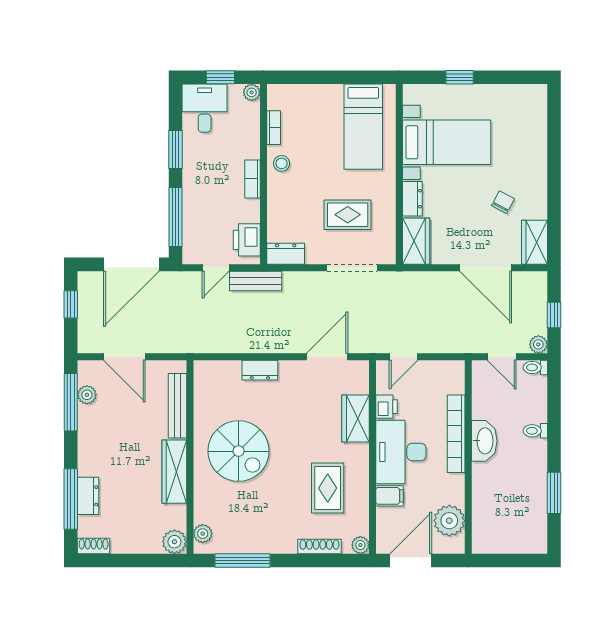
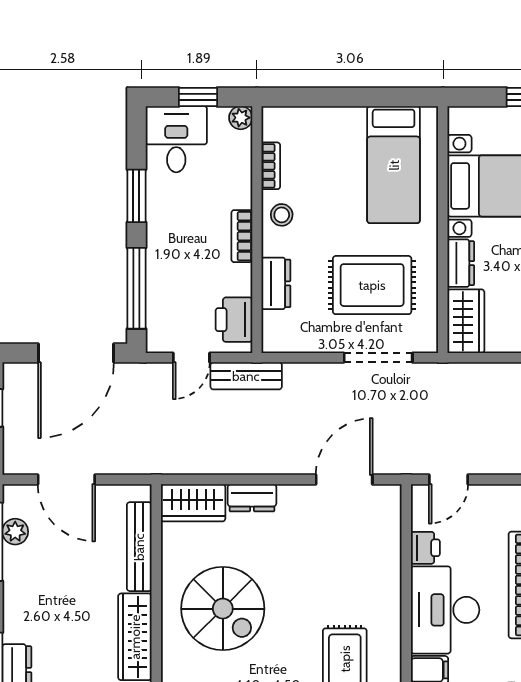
rug: (348, 215) -> (372, 285), width x1.36, depth x1.43
dresser: (286, 254) -> (276, 283), moved, turned 90
wardrobe: (356, 419) -> (193, 503), moved, turned -90

